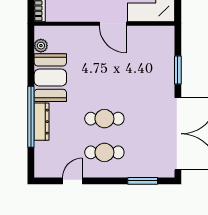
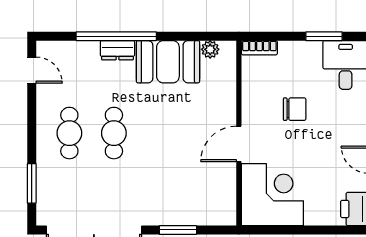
dresser: (42, 122) -> (117, 50), width x0.70
door: (73, 181) -> (32, 70), moved

